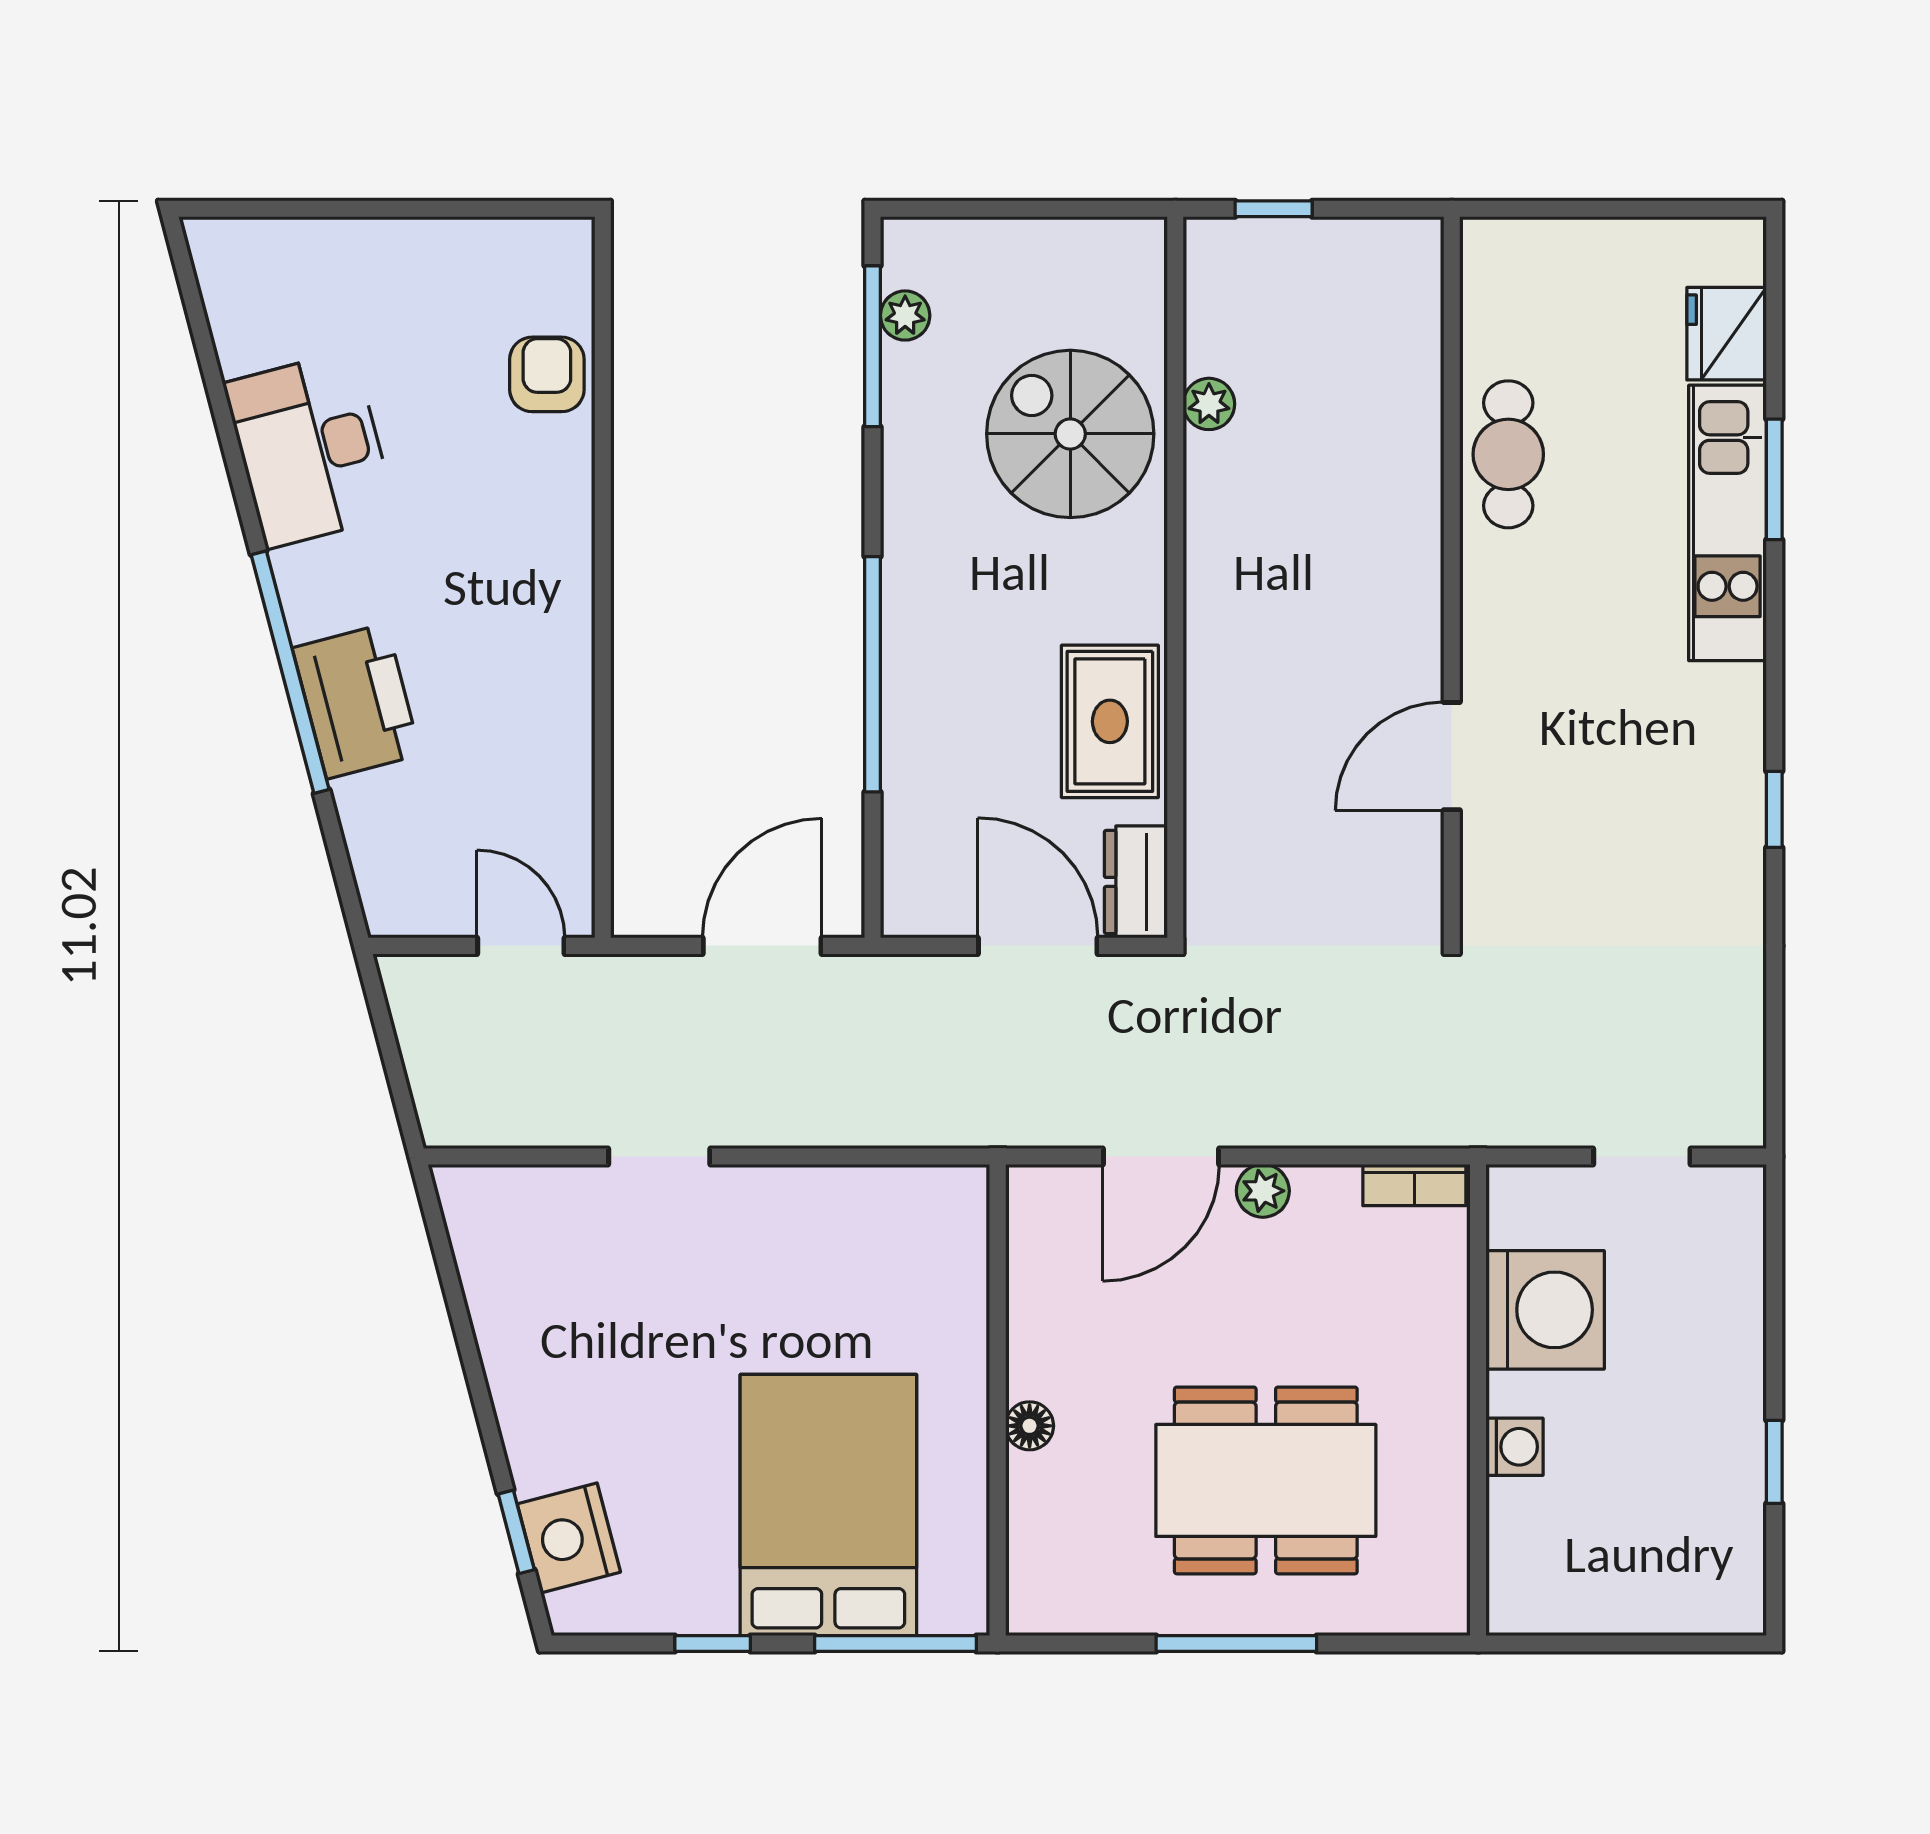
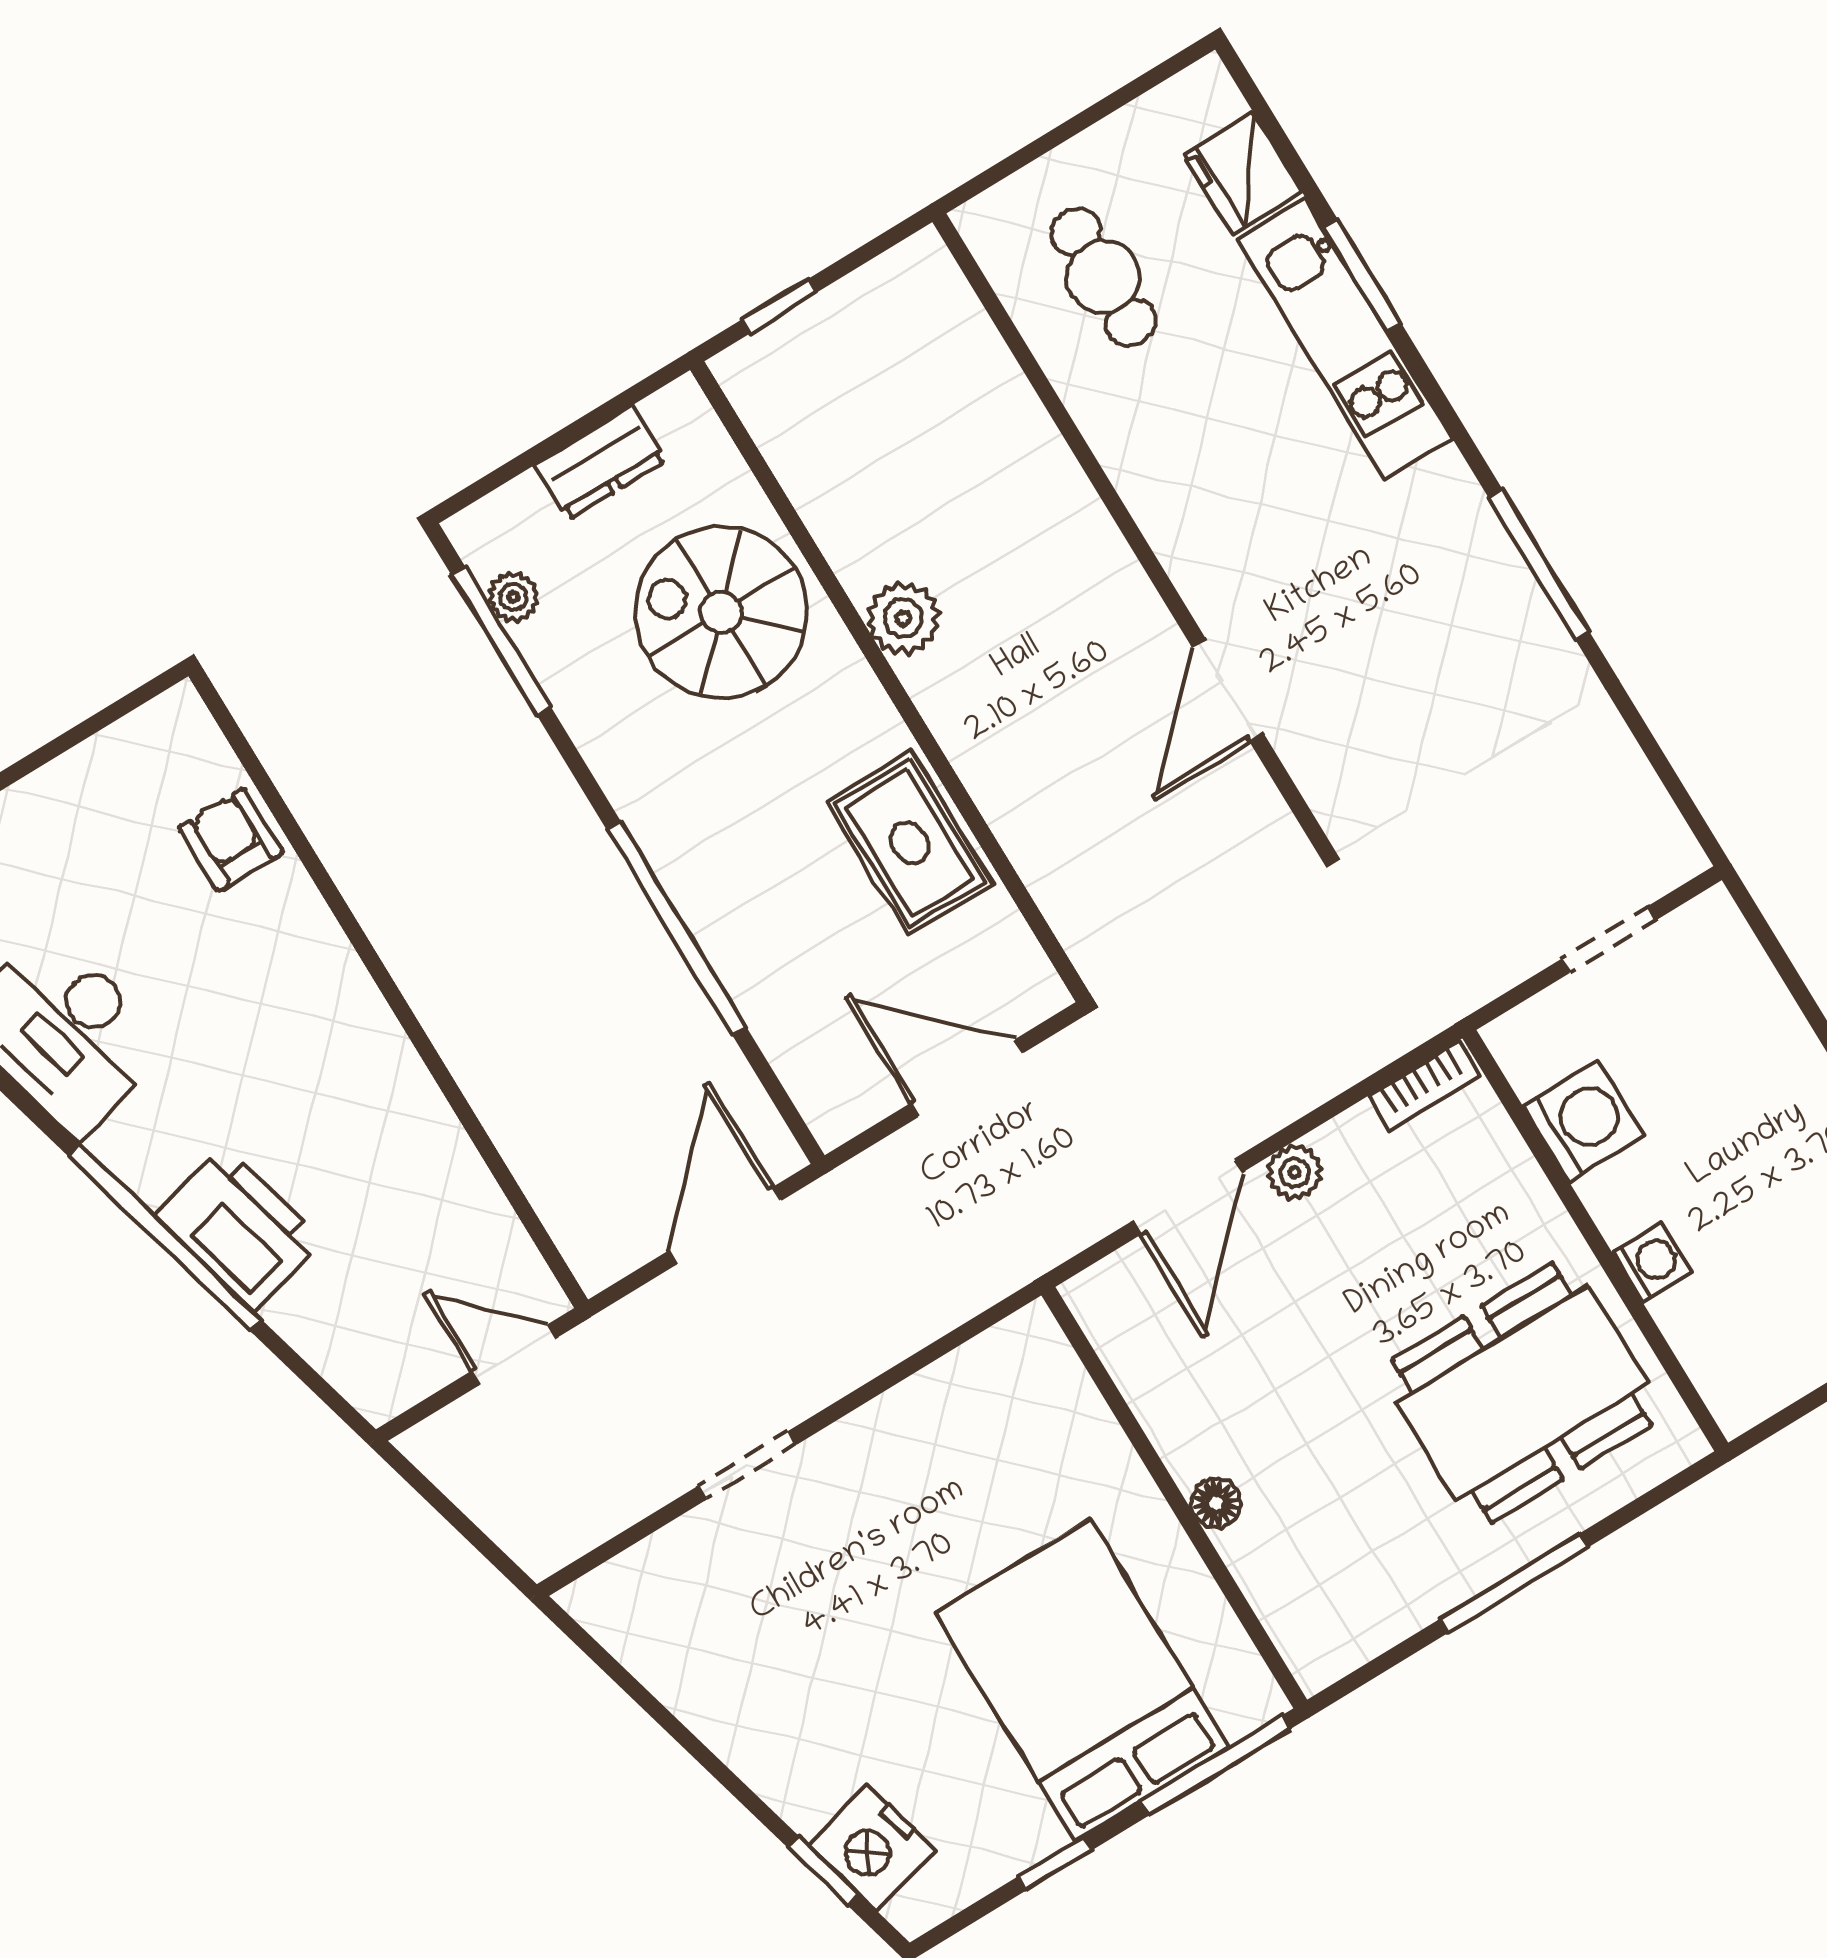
plant: (1209, 404) -> (903, 618), moved, width x1.38, depth x1.38
cafe table: (1508, 454) -> (1103, 277), moved
window: (1774, 809) -> (1539, 565), width x2.17
dresser: (1136, 882) -> (600, 463), moved, turned -90
washing machine: (1545, 1310) -> (1583, 1120), width x0.73, depth x0.73
dining table: (1266, 1480) -> (1522, 1393), moved

